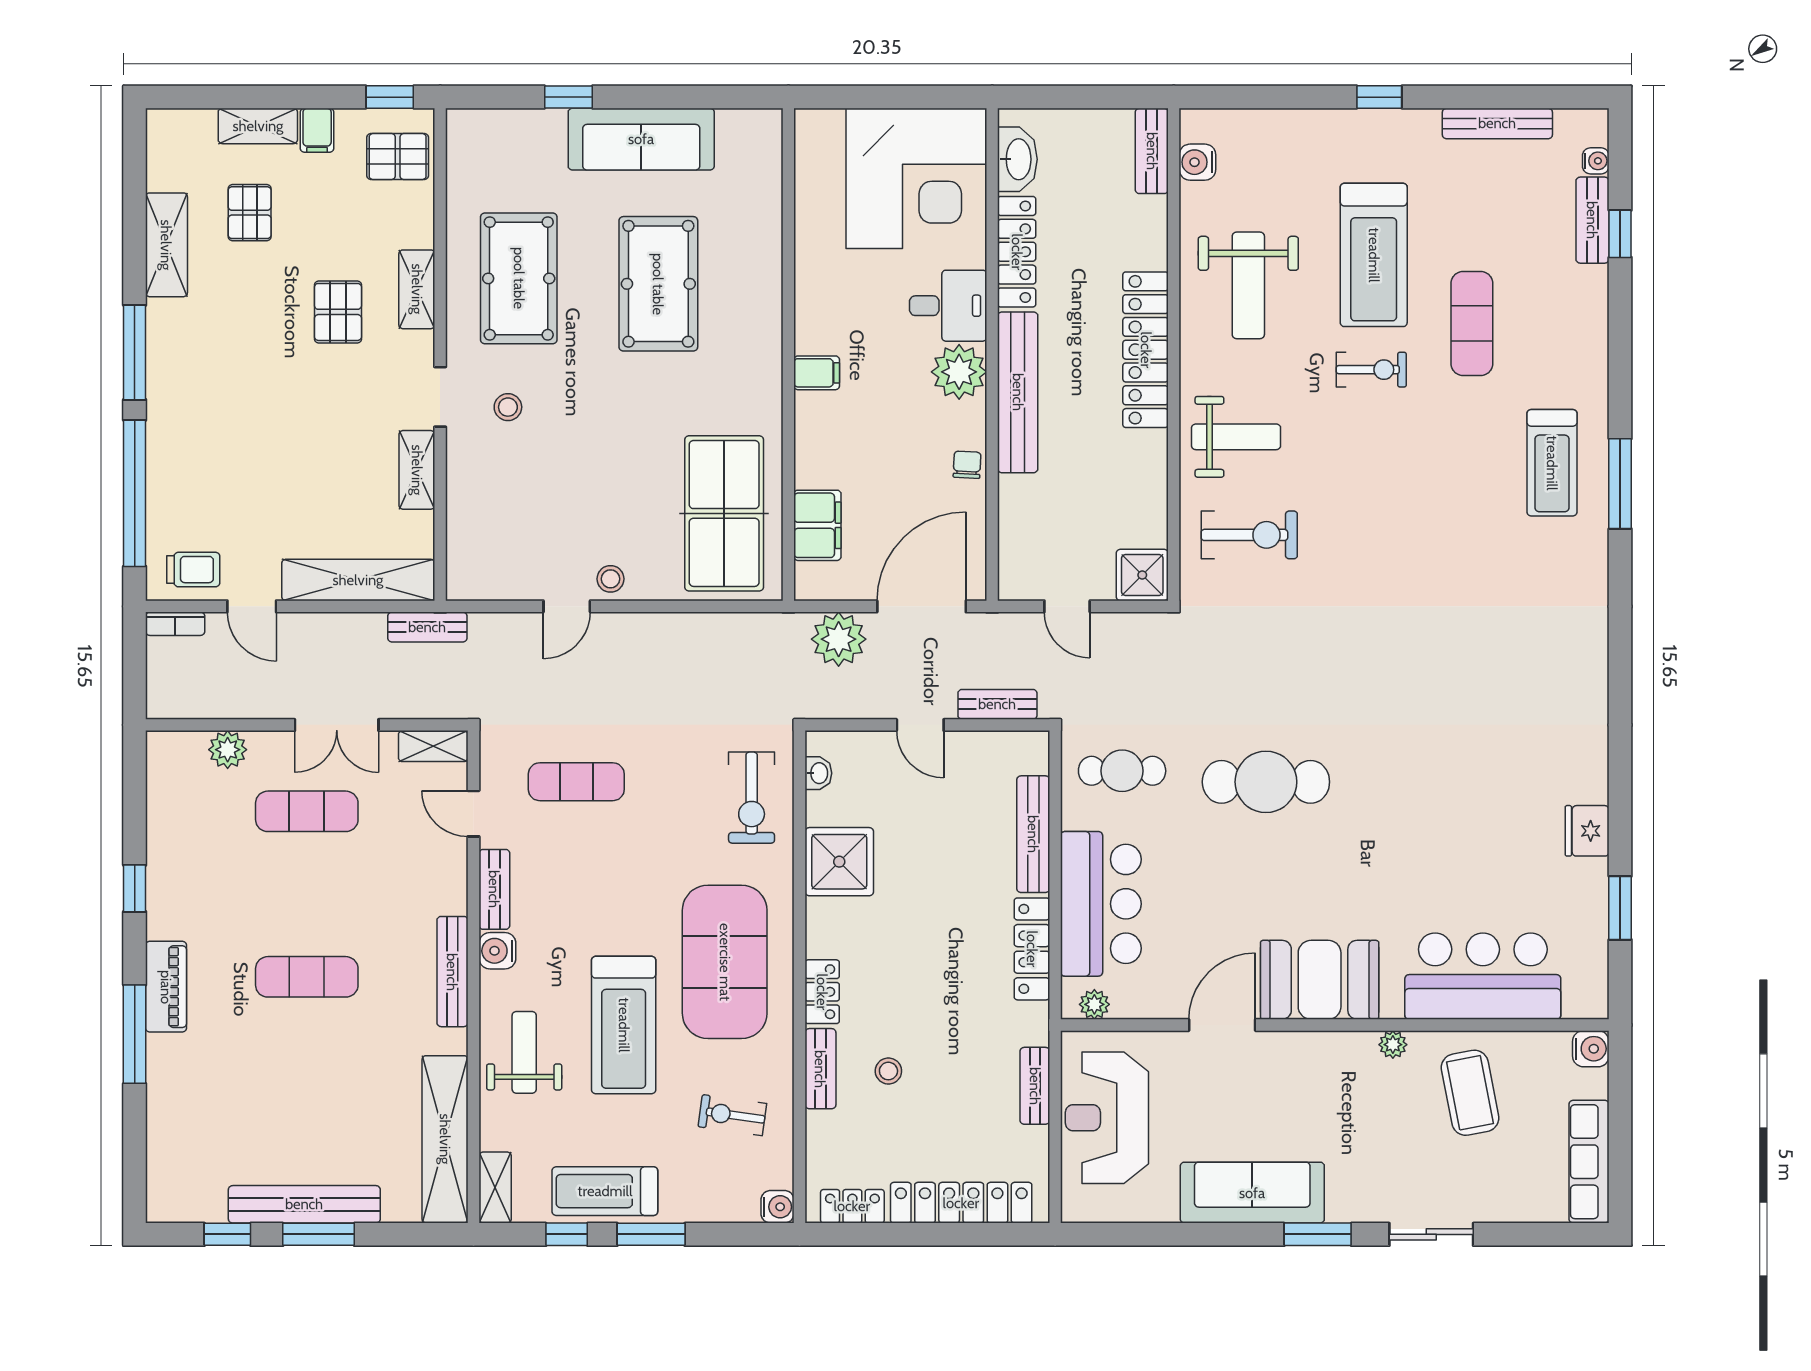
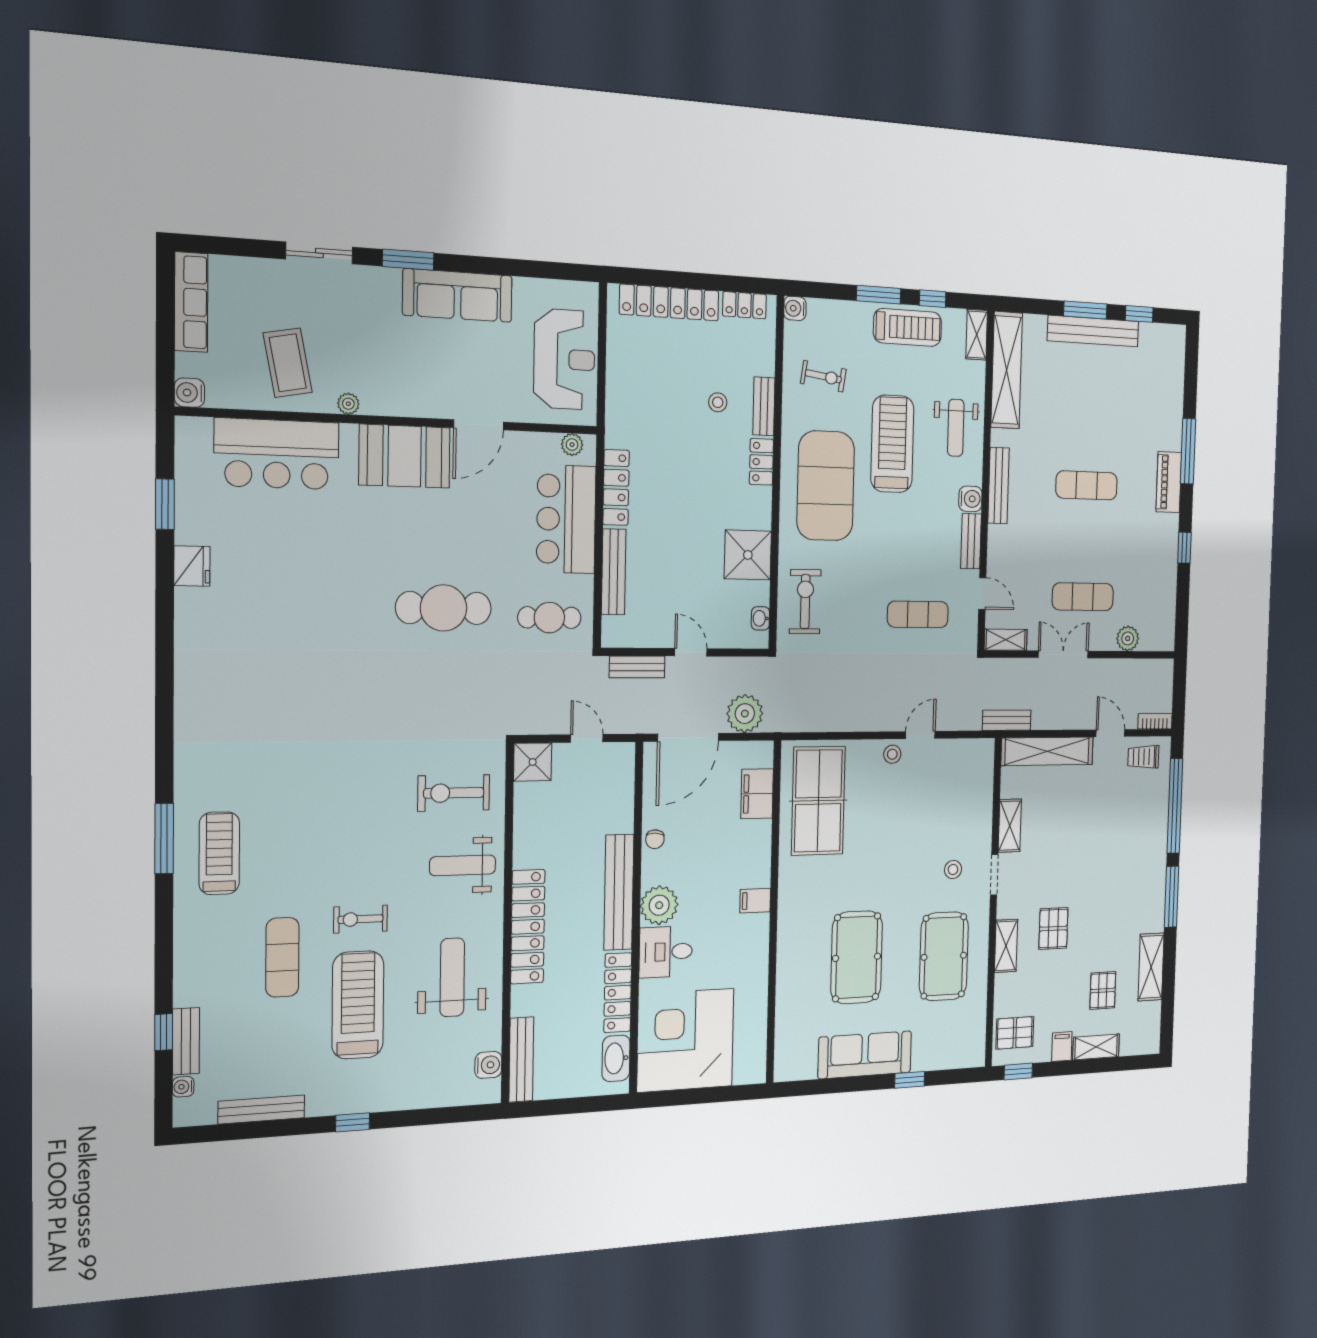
bench: (1152, 151) -> (521, 1060), width x1.36
bench: (1035, 1086) -> (616, 386), removed

